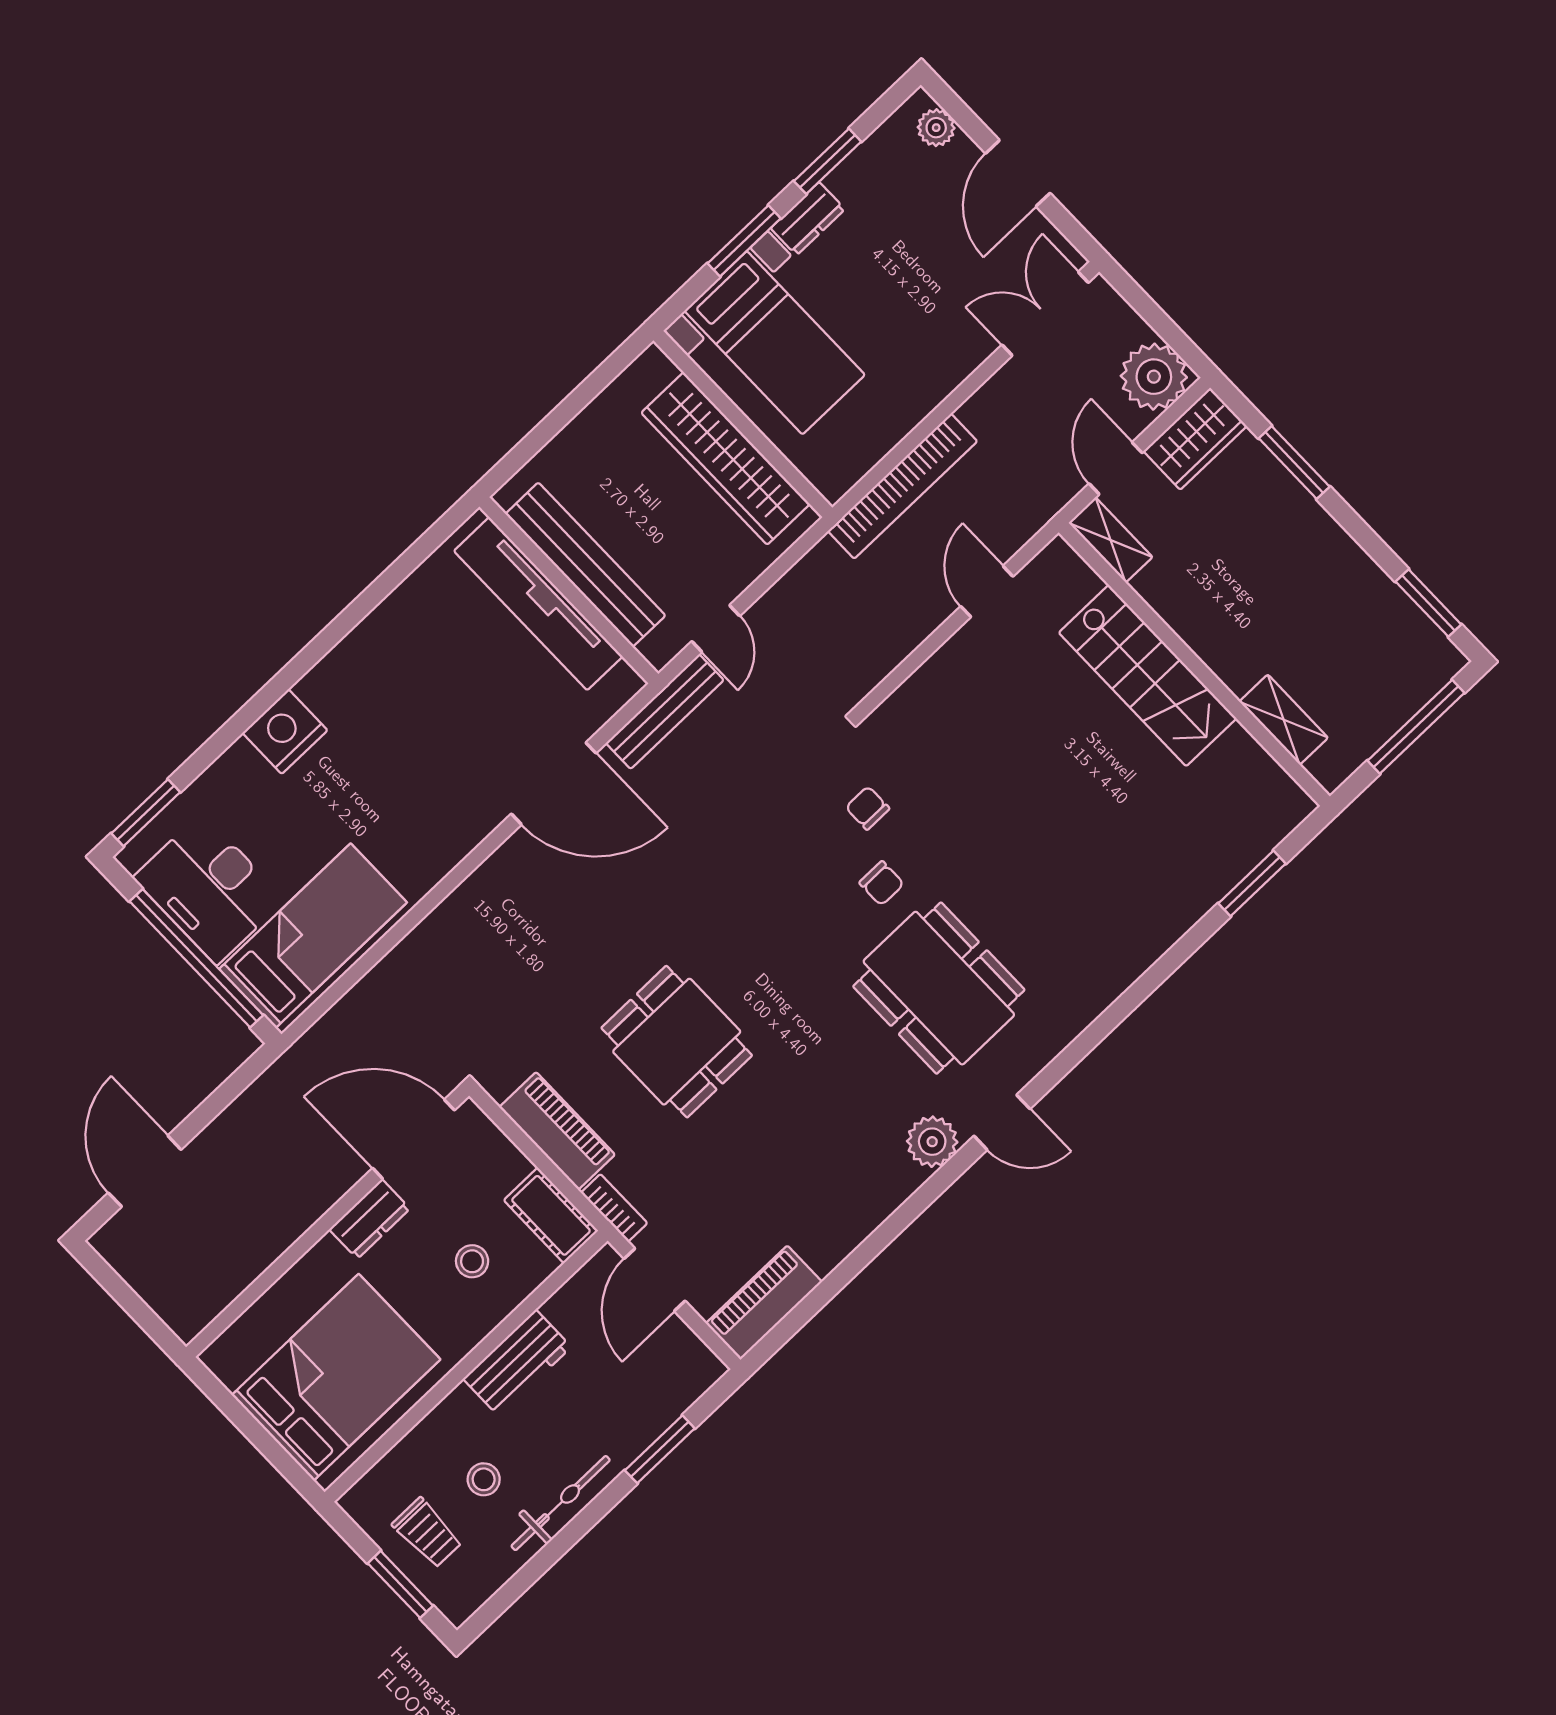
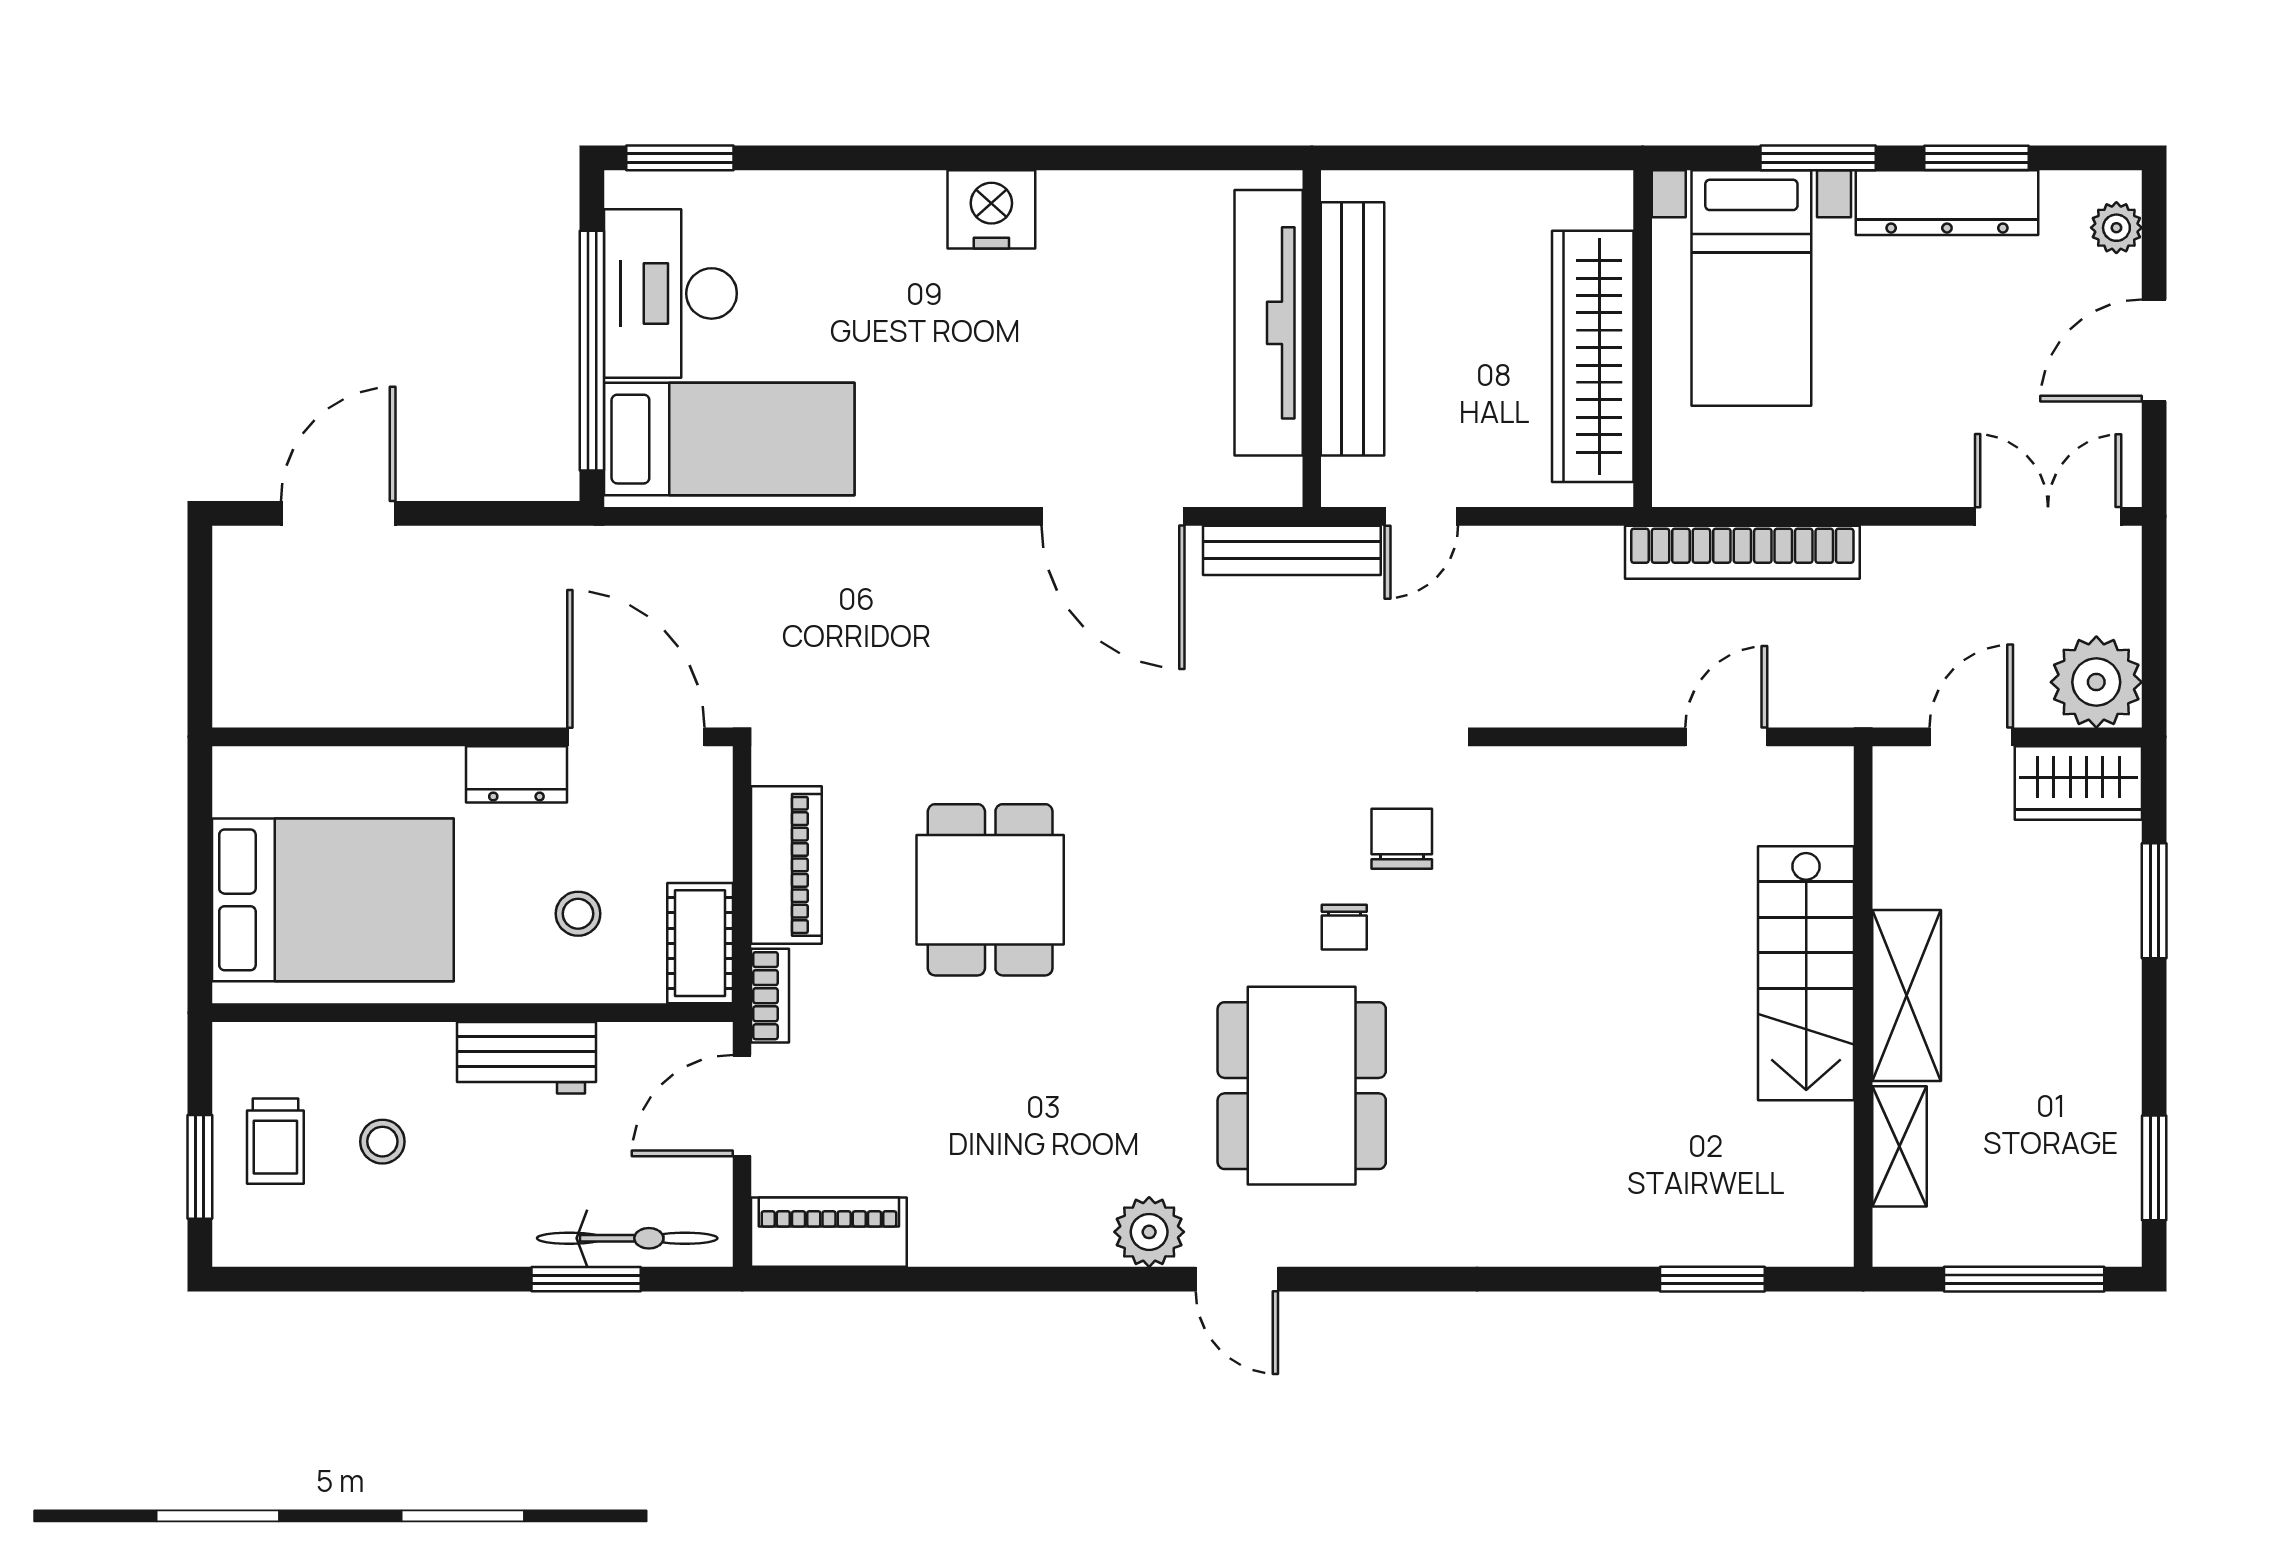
dresser: (808, 219) -> (1947, 203), width x1.96, depth x1.24
shelving: (1111, 540) -> (1907, 996), moved, width x1.50, depth x1.33
nightstand: (285, 732) -> (991, 209), moved
chair: (867, 808) -> (1402, 839), width x1.37, depth x1.37
bicycle: (561, 1503) -> (627, 1238), moved

